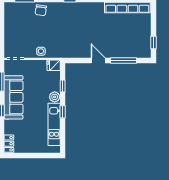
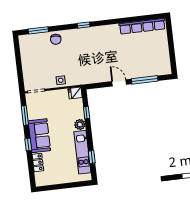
window: (154, 42) -> (173, 58), removed
sofa: (14, 97) -> (39, 136), width x0.73
window: (63, 112) -> (92, 157), moved
locker: (9, 144) -> (38, 162), moved

